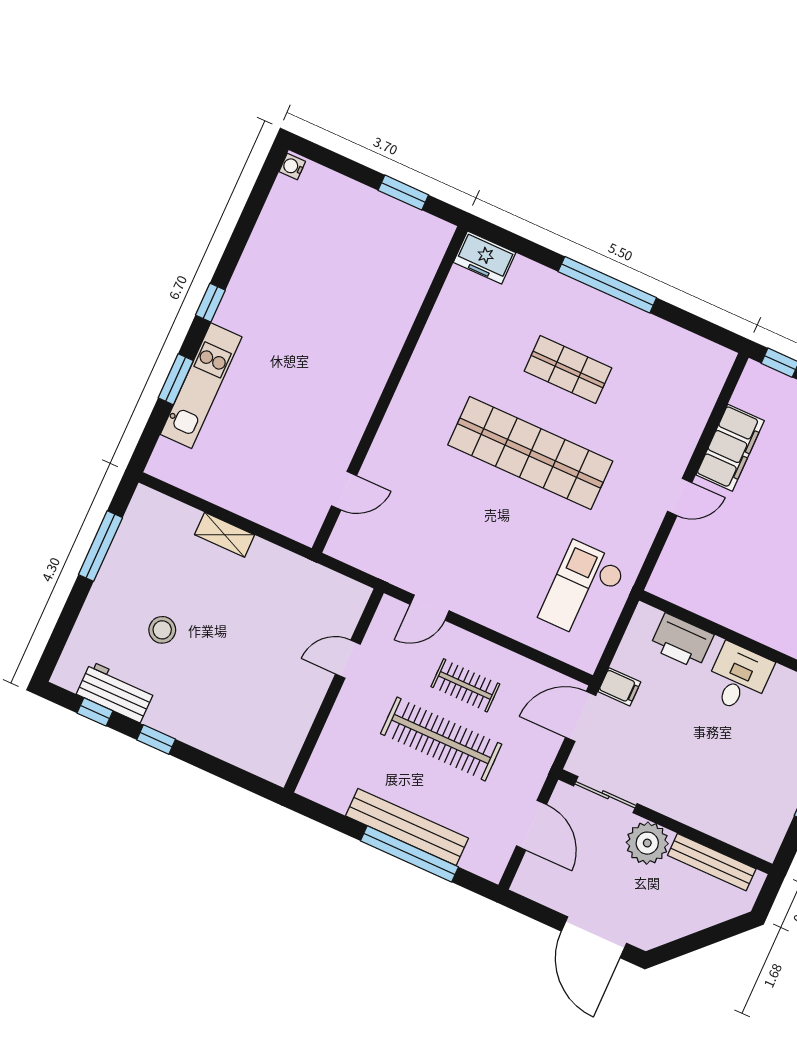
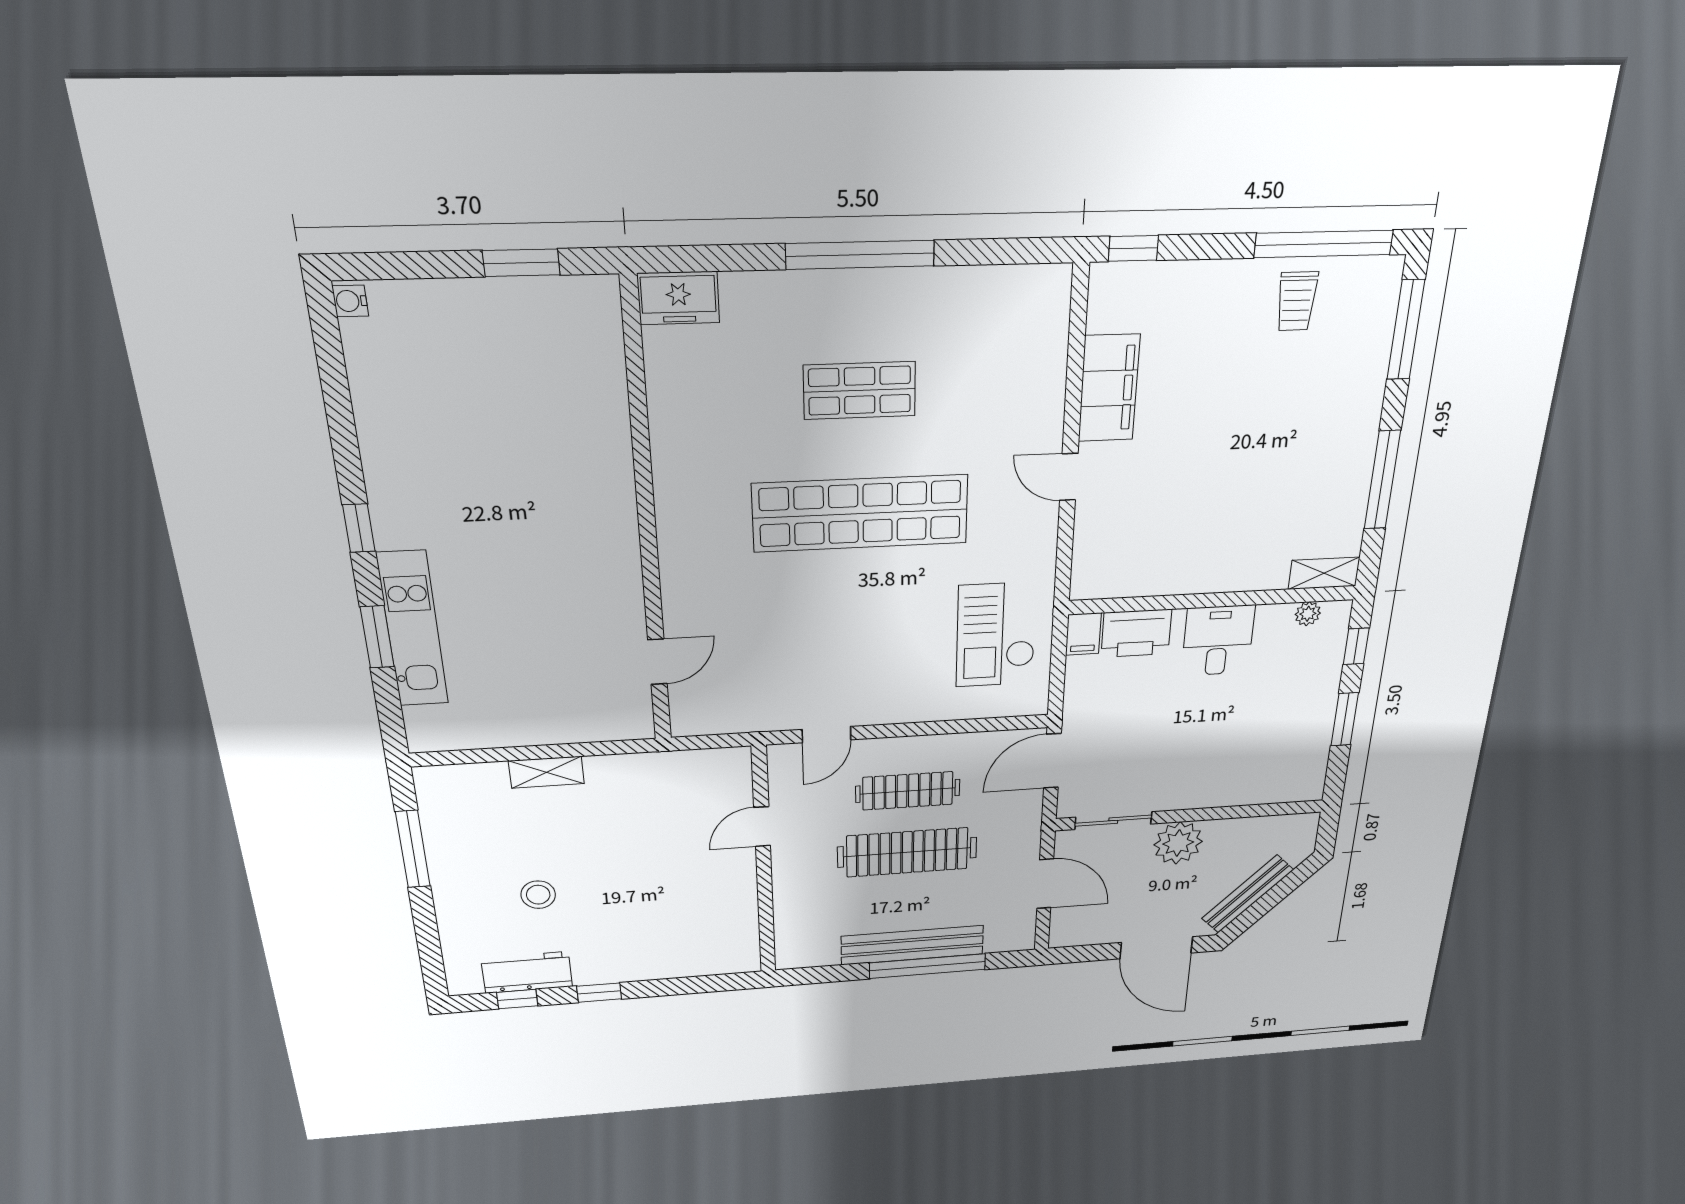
door: (680, 497) -> (1069, 477), swing flipped
clothes rail: (465, 685) -> (908, 791), width x1.36
filing cabinet: (619, 687) -> (1083, 634), moved, turned 90
bench: (712, 862) -> (1247, 894), moved, turned -45

